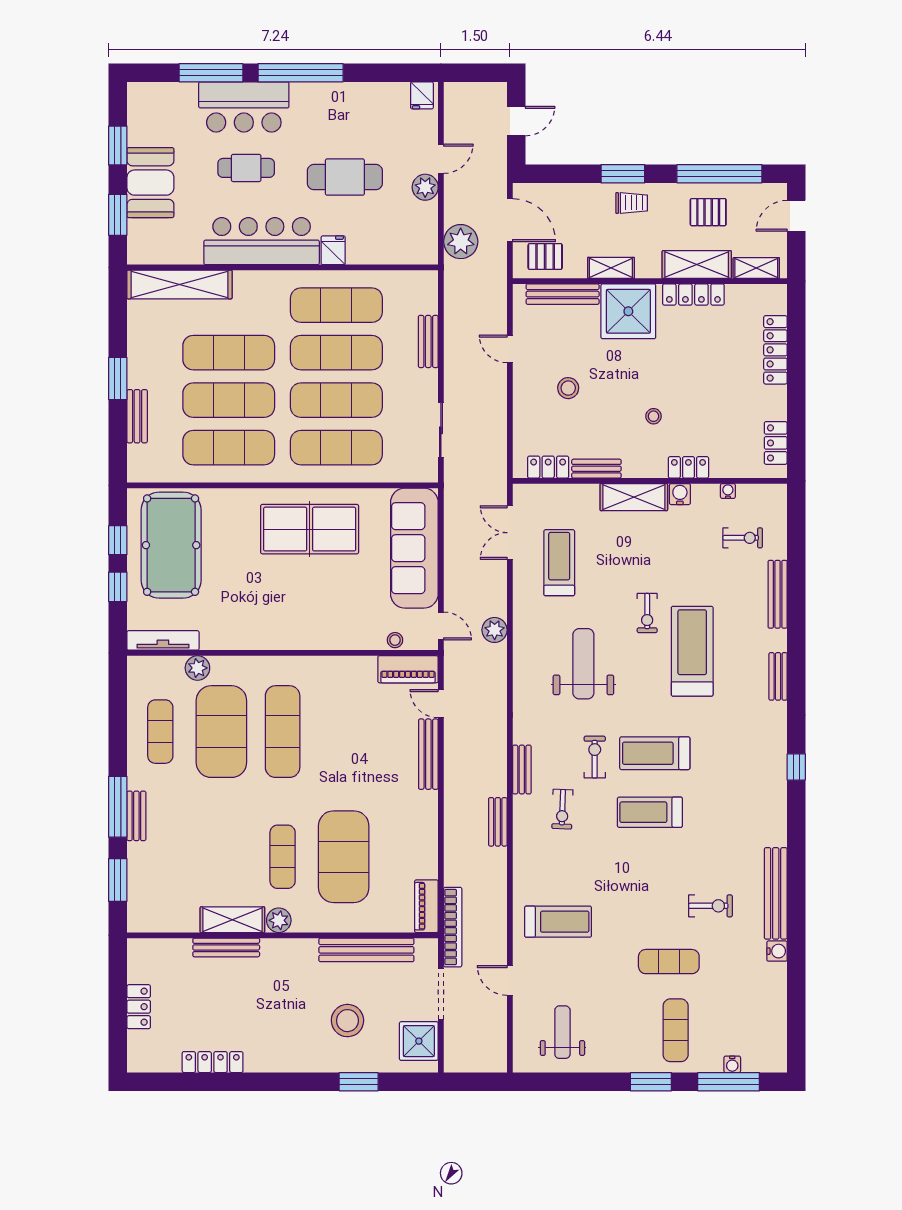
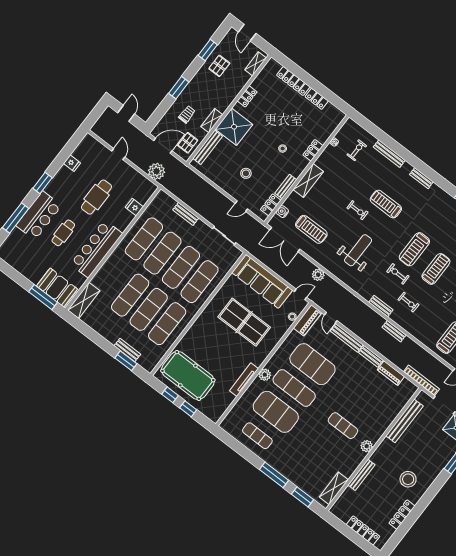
window: (301, 73) -> (42, 183), width x0.47
fridge: (422, 95) -> (72, 163), moved
window: (118, 145) -> (16, 276), removed
window: (719, 174) -> (208, 50), width x0.47
booth: (150, 183) -> (57, 288), moved
plant: (425, 187) -> (125, 169), removed
trolley: (632, 203) -> (187, 114), moved
window: (118, 215) -> (43, 297), width x1.44
fridge: (333, 250) -> (134, 207), moved
shelving: (697, 265) -> (236, 86), removed
shelving: (180, 284) -> (84, 300), width x0.68
locker: (693, 295) -> (247, 96), width x0.66
door: (510, 349) -> (241, 206), moved
window: (118, 378) -> (126, 361), moved
locker: (776, 443) -> (317, 99), moved
water cooler: (680, 494) -> (282, 212), moved
table tennis table: (310, 529) -> (244, 322), moved, turned 90
double door: (510, 533) -> (285, 240), width x1.37
treadmill: (559, 563) -> (311, 229), turned 180
tv unit: (163, 640) -> (244, 380), moved
treadmill: (692, 651) -> (386, 204), width x0.73, depth x0.73
weight bench: (583, 664) -> (358, 250), turned 90
plant: (197, 668) -> (265, 375), moved
door: (441, 704) -> (331, 318), hinge flipped
treadmill: (650, 812) -> (436, 269), turned 180
bench: (136, 816) -> (371, 356), moved
exercise mat: (344, 857) -> (312, 364), moved
piano: (426, 906) -> (391, 373), moved
shelving: (232, 920) -> (334, 488), moved
locker: (139, 1007) -> (363, 530), width x1.53
stool: (347, 1021) -> (408, 479), moved

